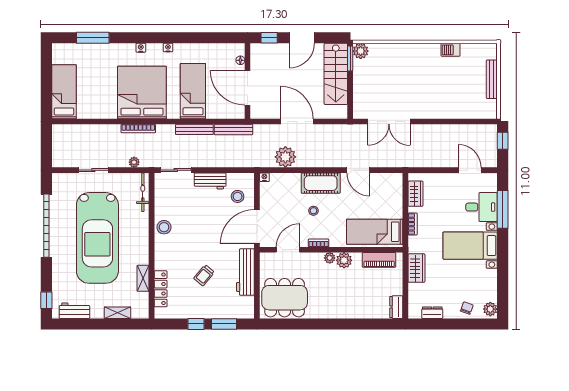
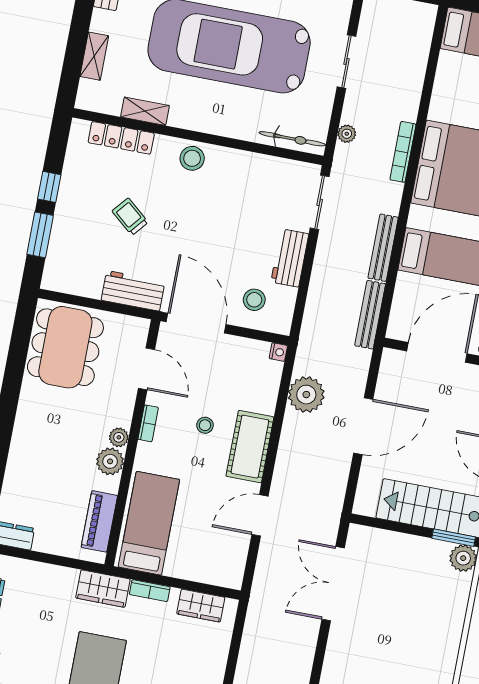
stool: (164, 227) -> (192, 158), moved
wardrobe: (416, 268) -> (103, 589), moved
workbench: (245, 272) -> (133, 291), width x0.73

